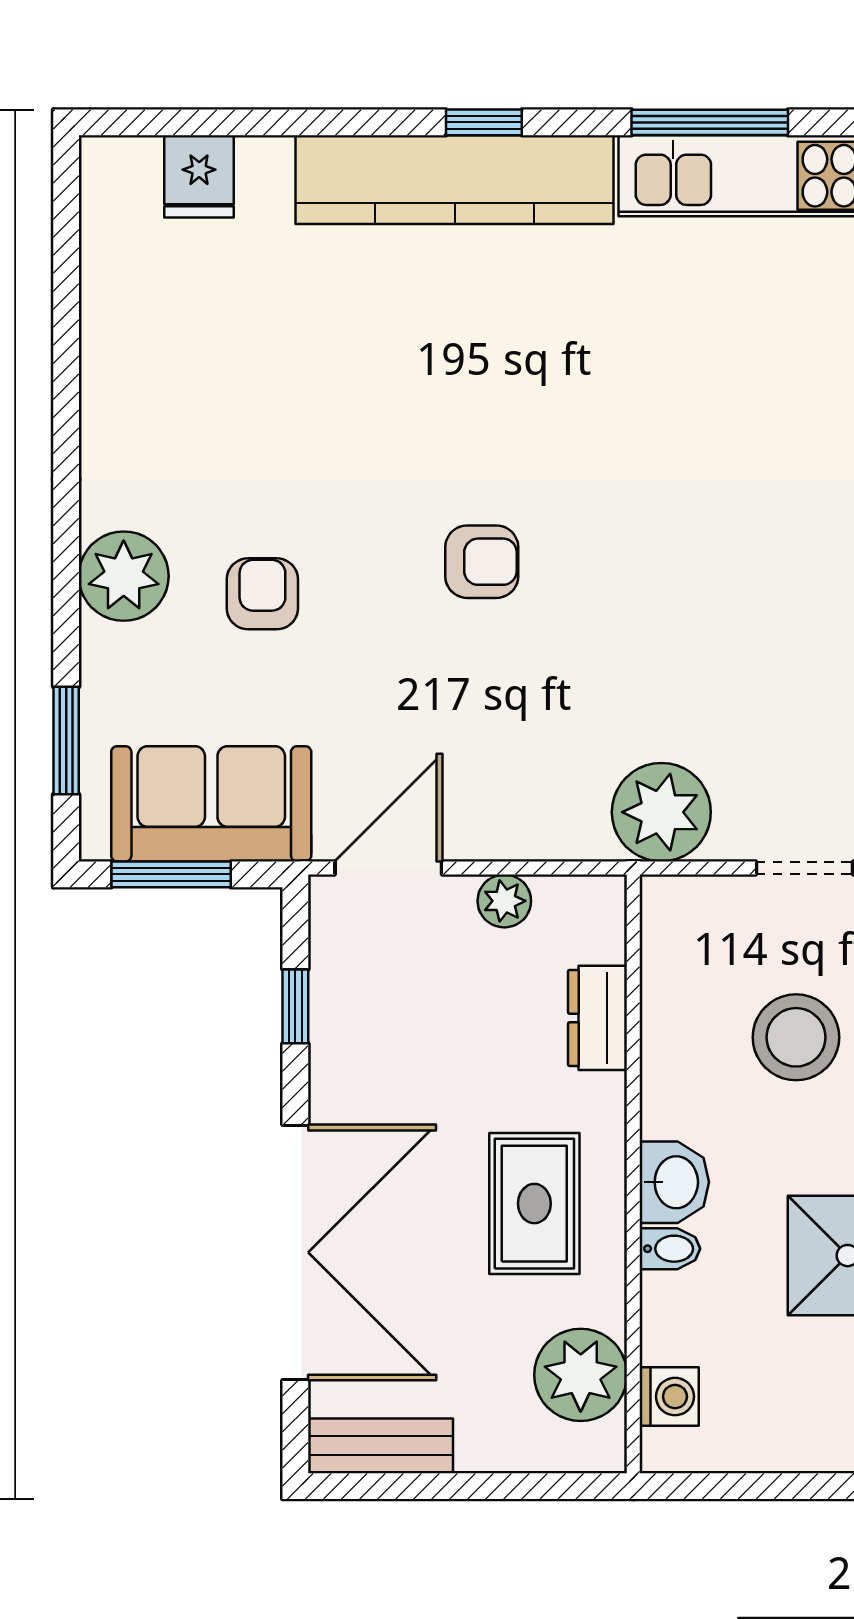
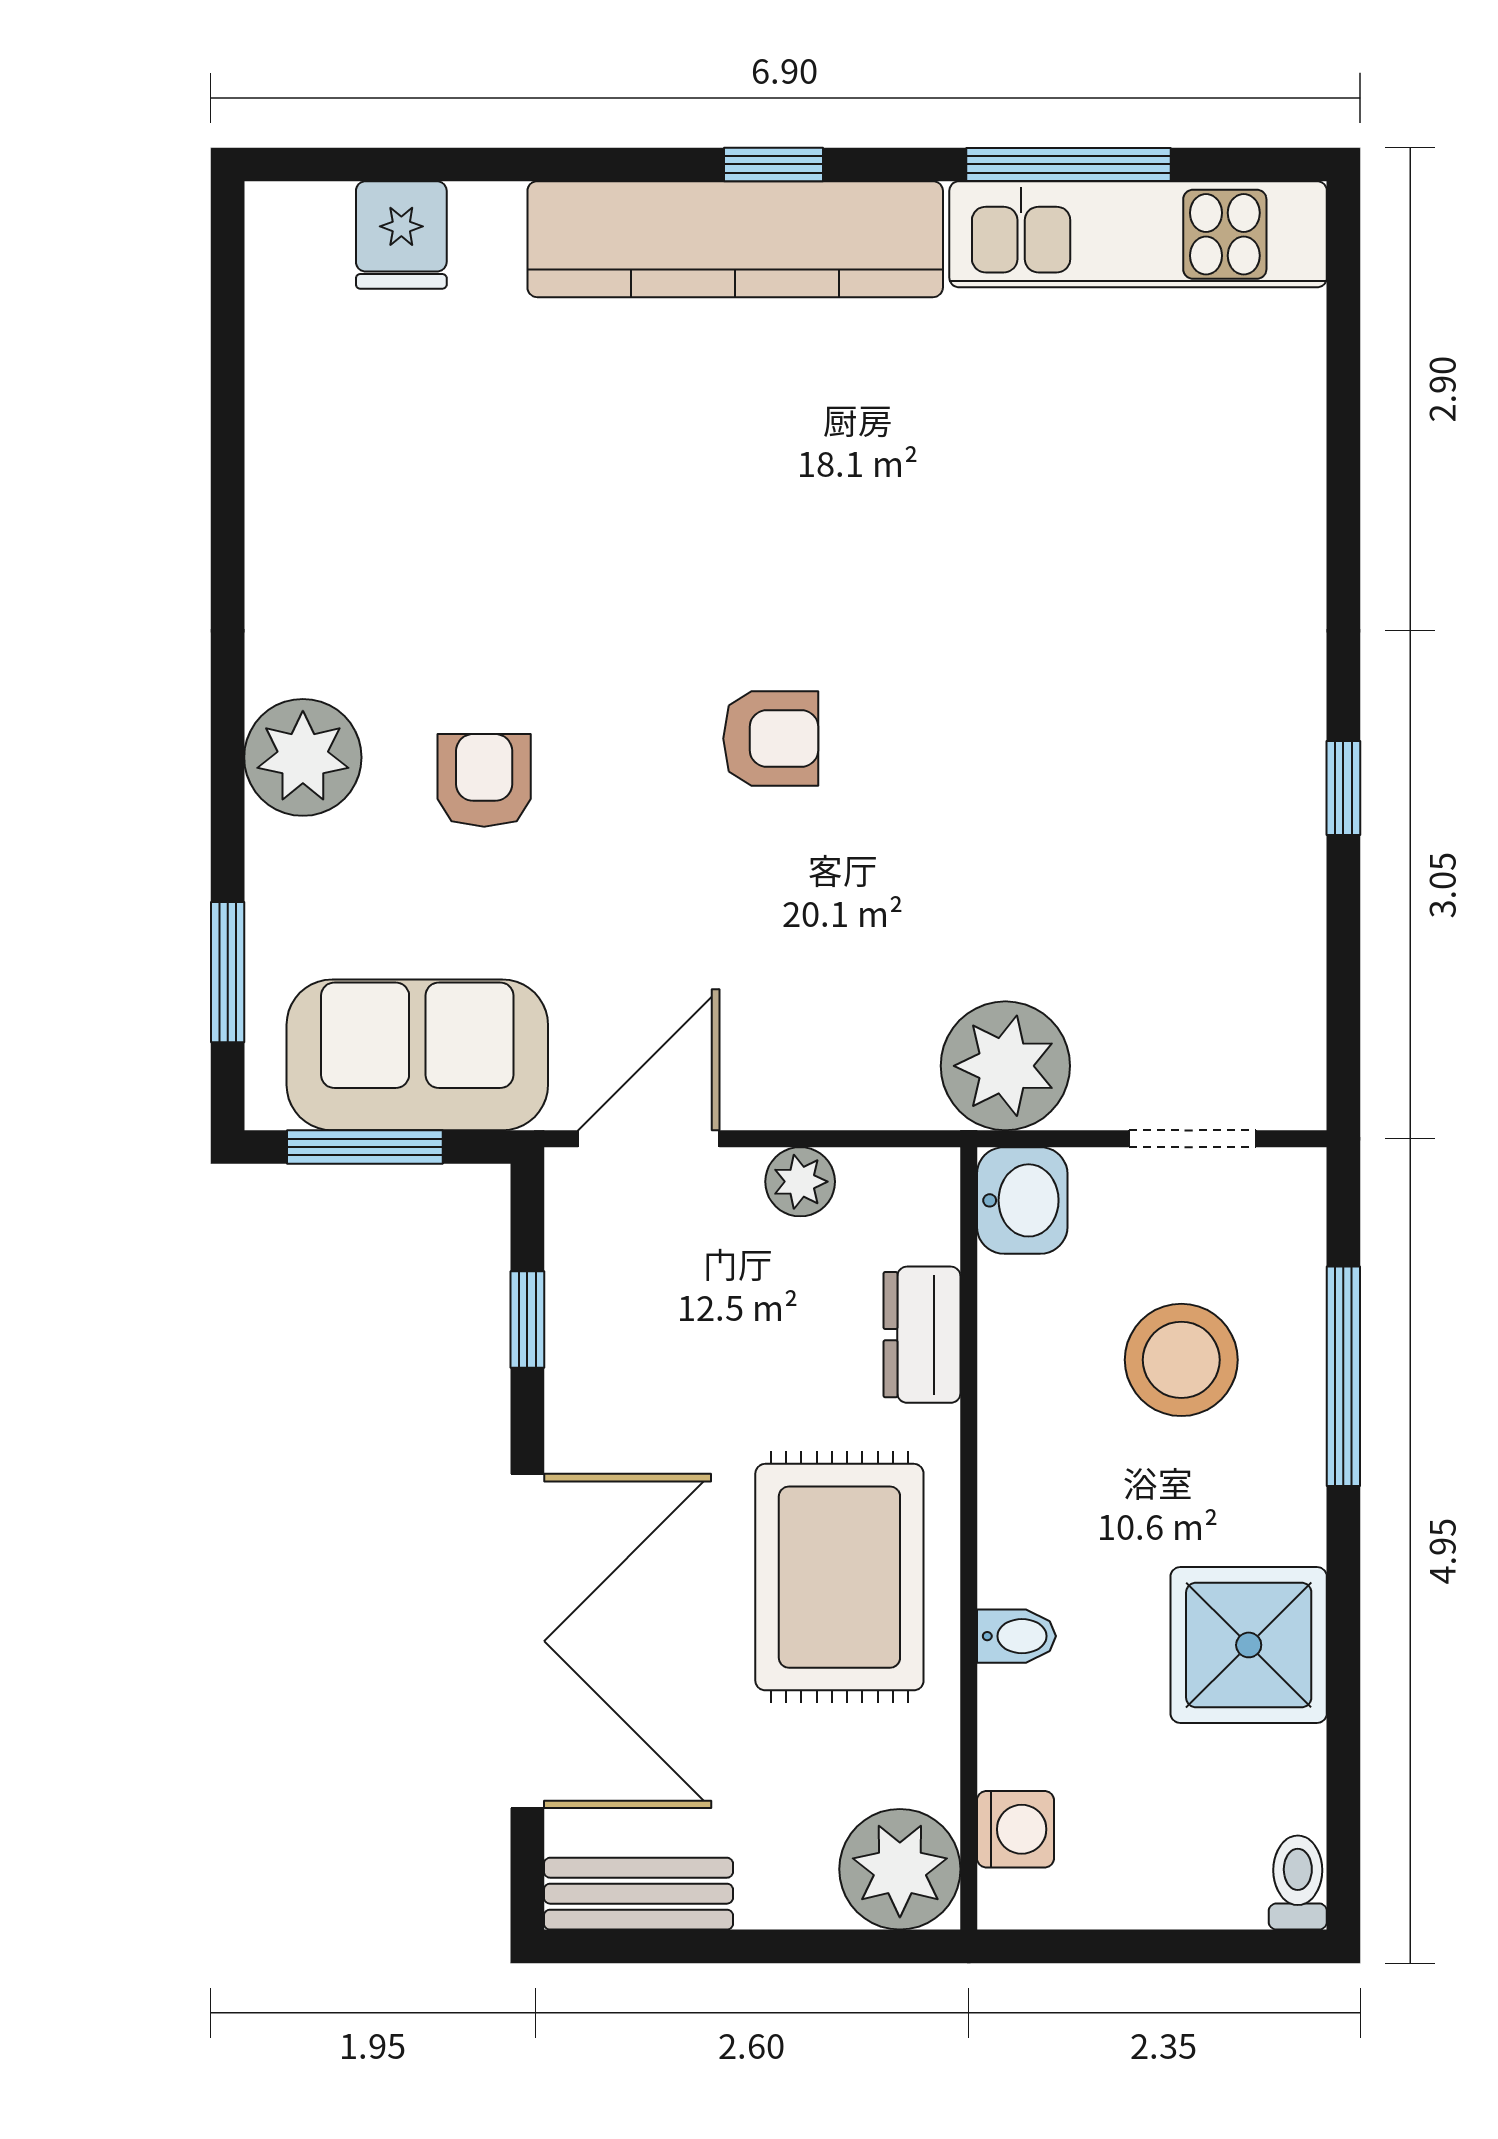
washbasin: (674, 1182) -> (1022, 1200), moved
rug: (534, 1204) -> (839, 1577), width x1.36, depth x1.43
plant: (581, 1375) -> (900, 1869), moved

